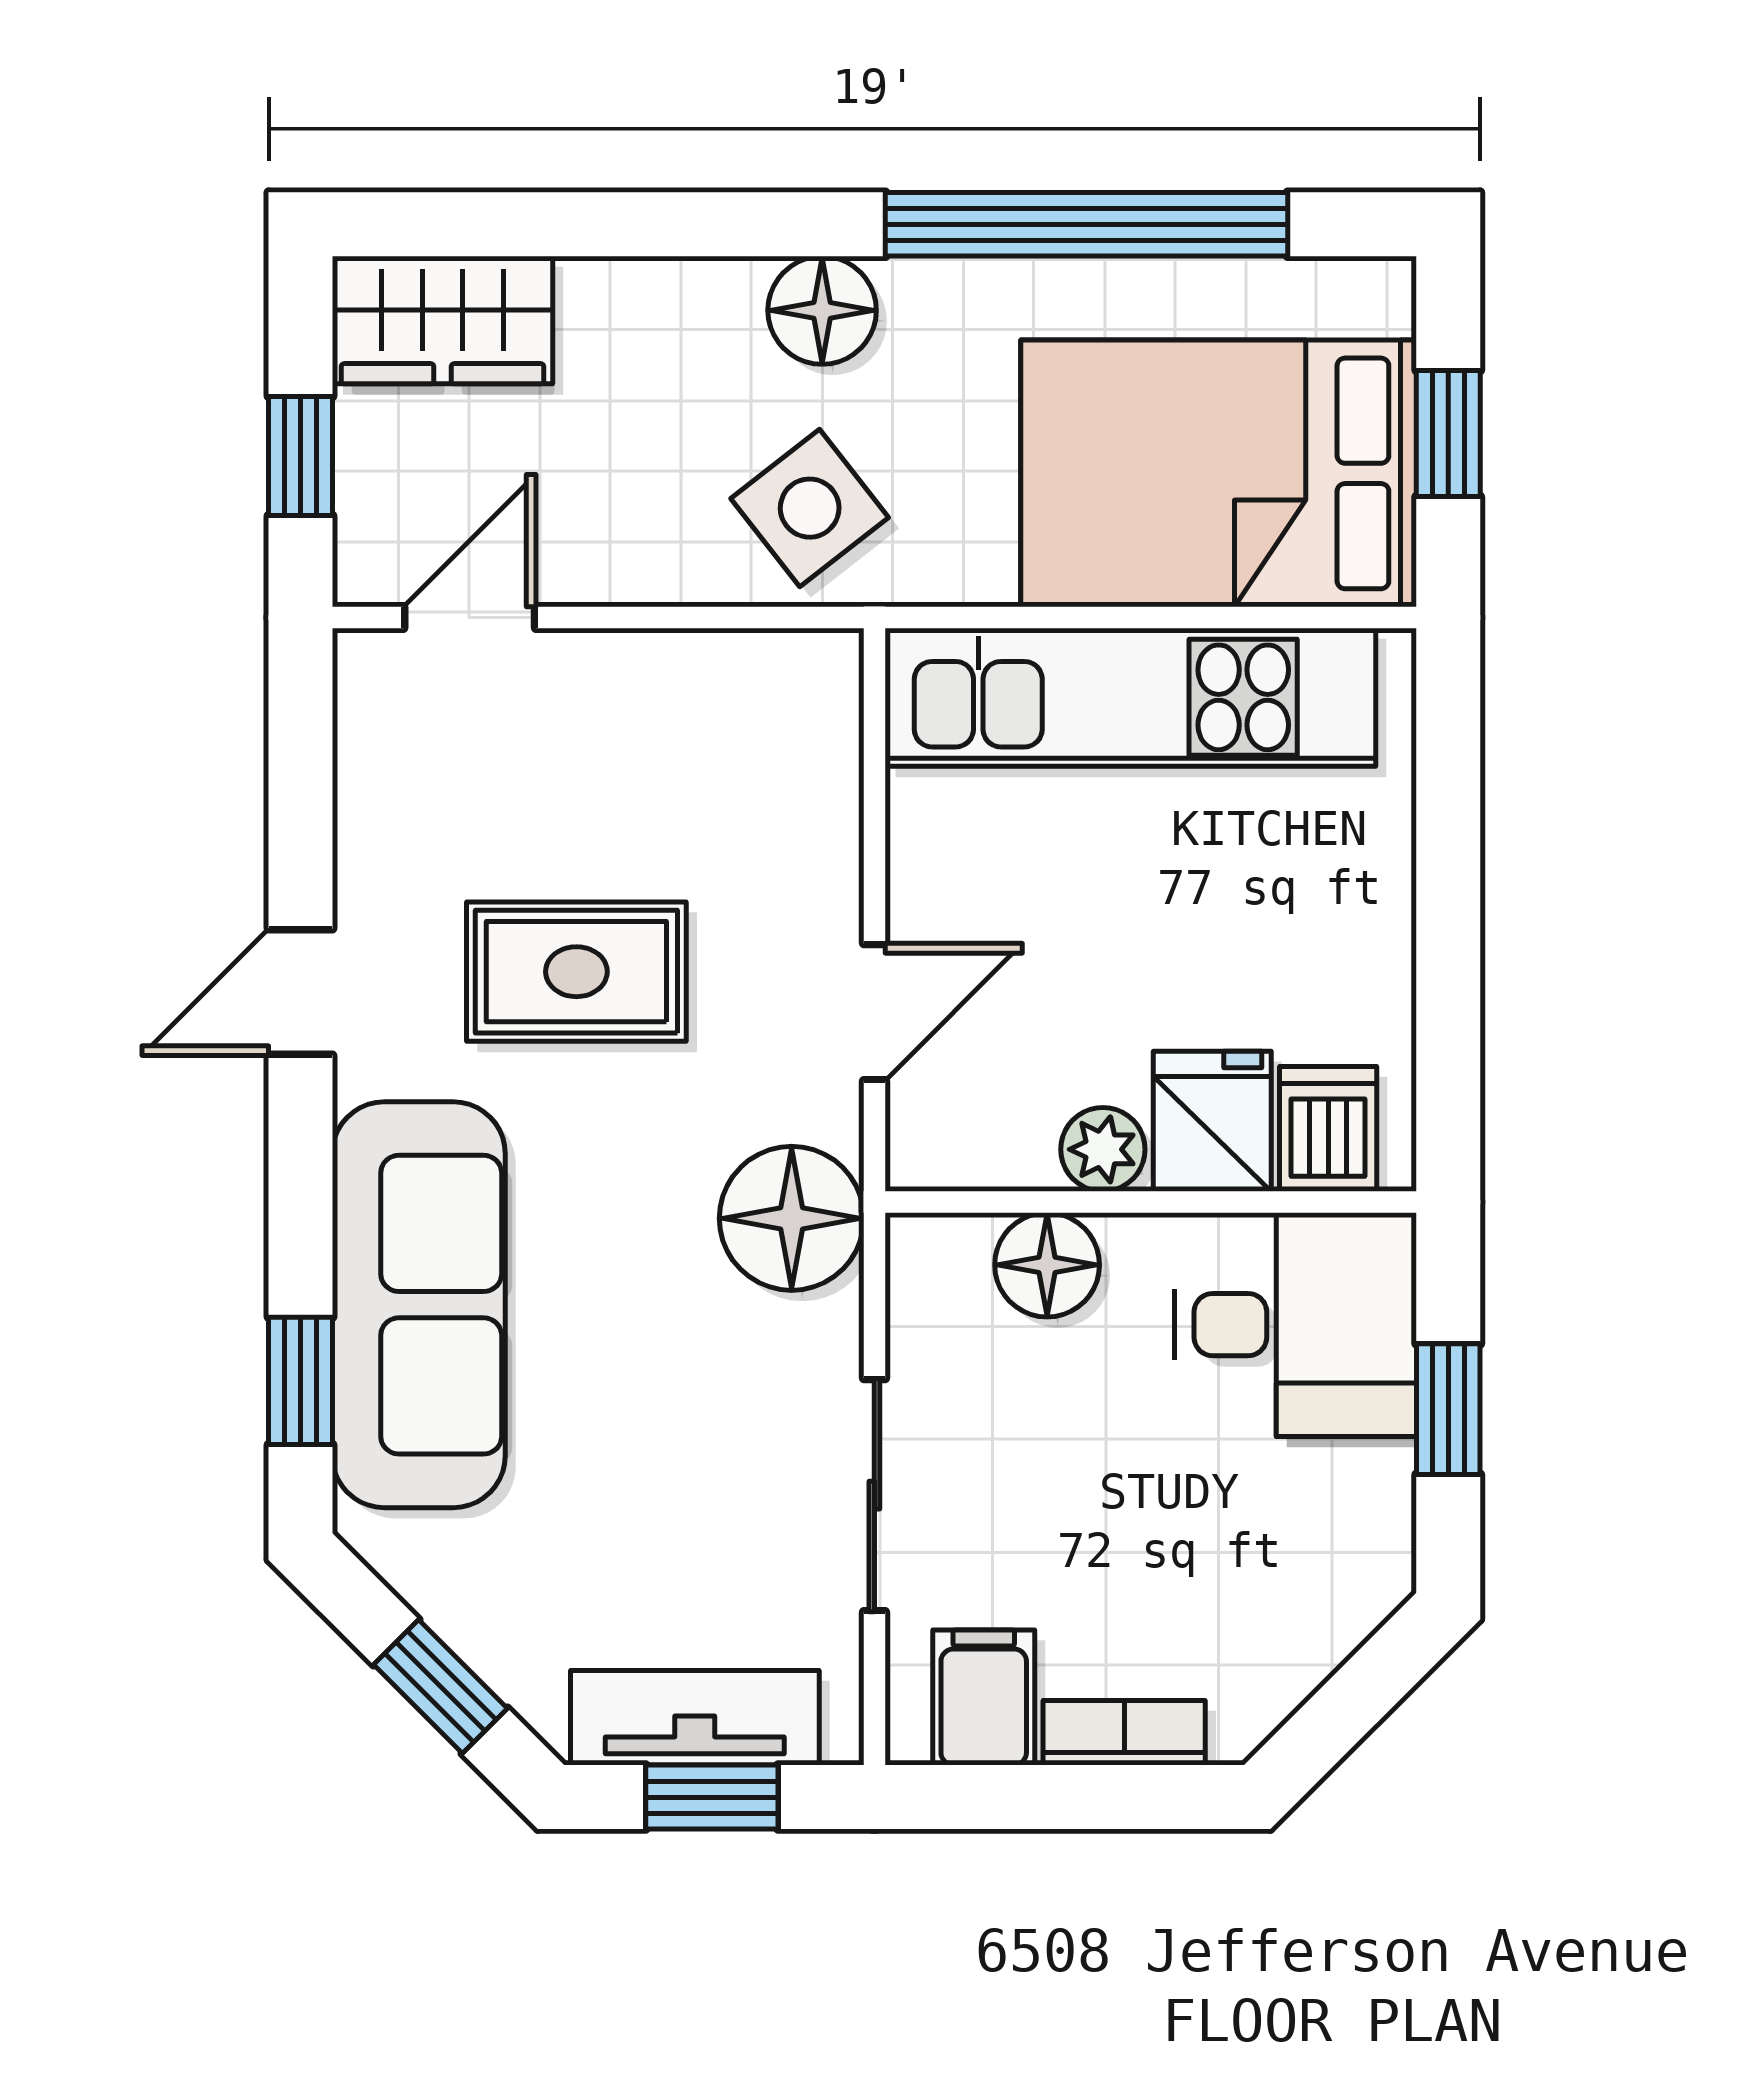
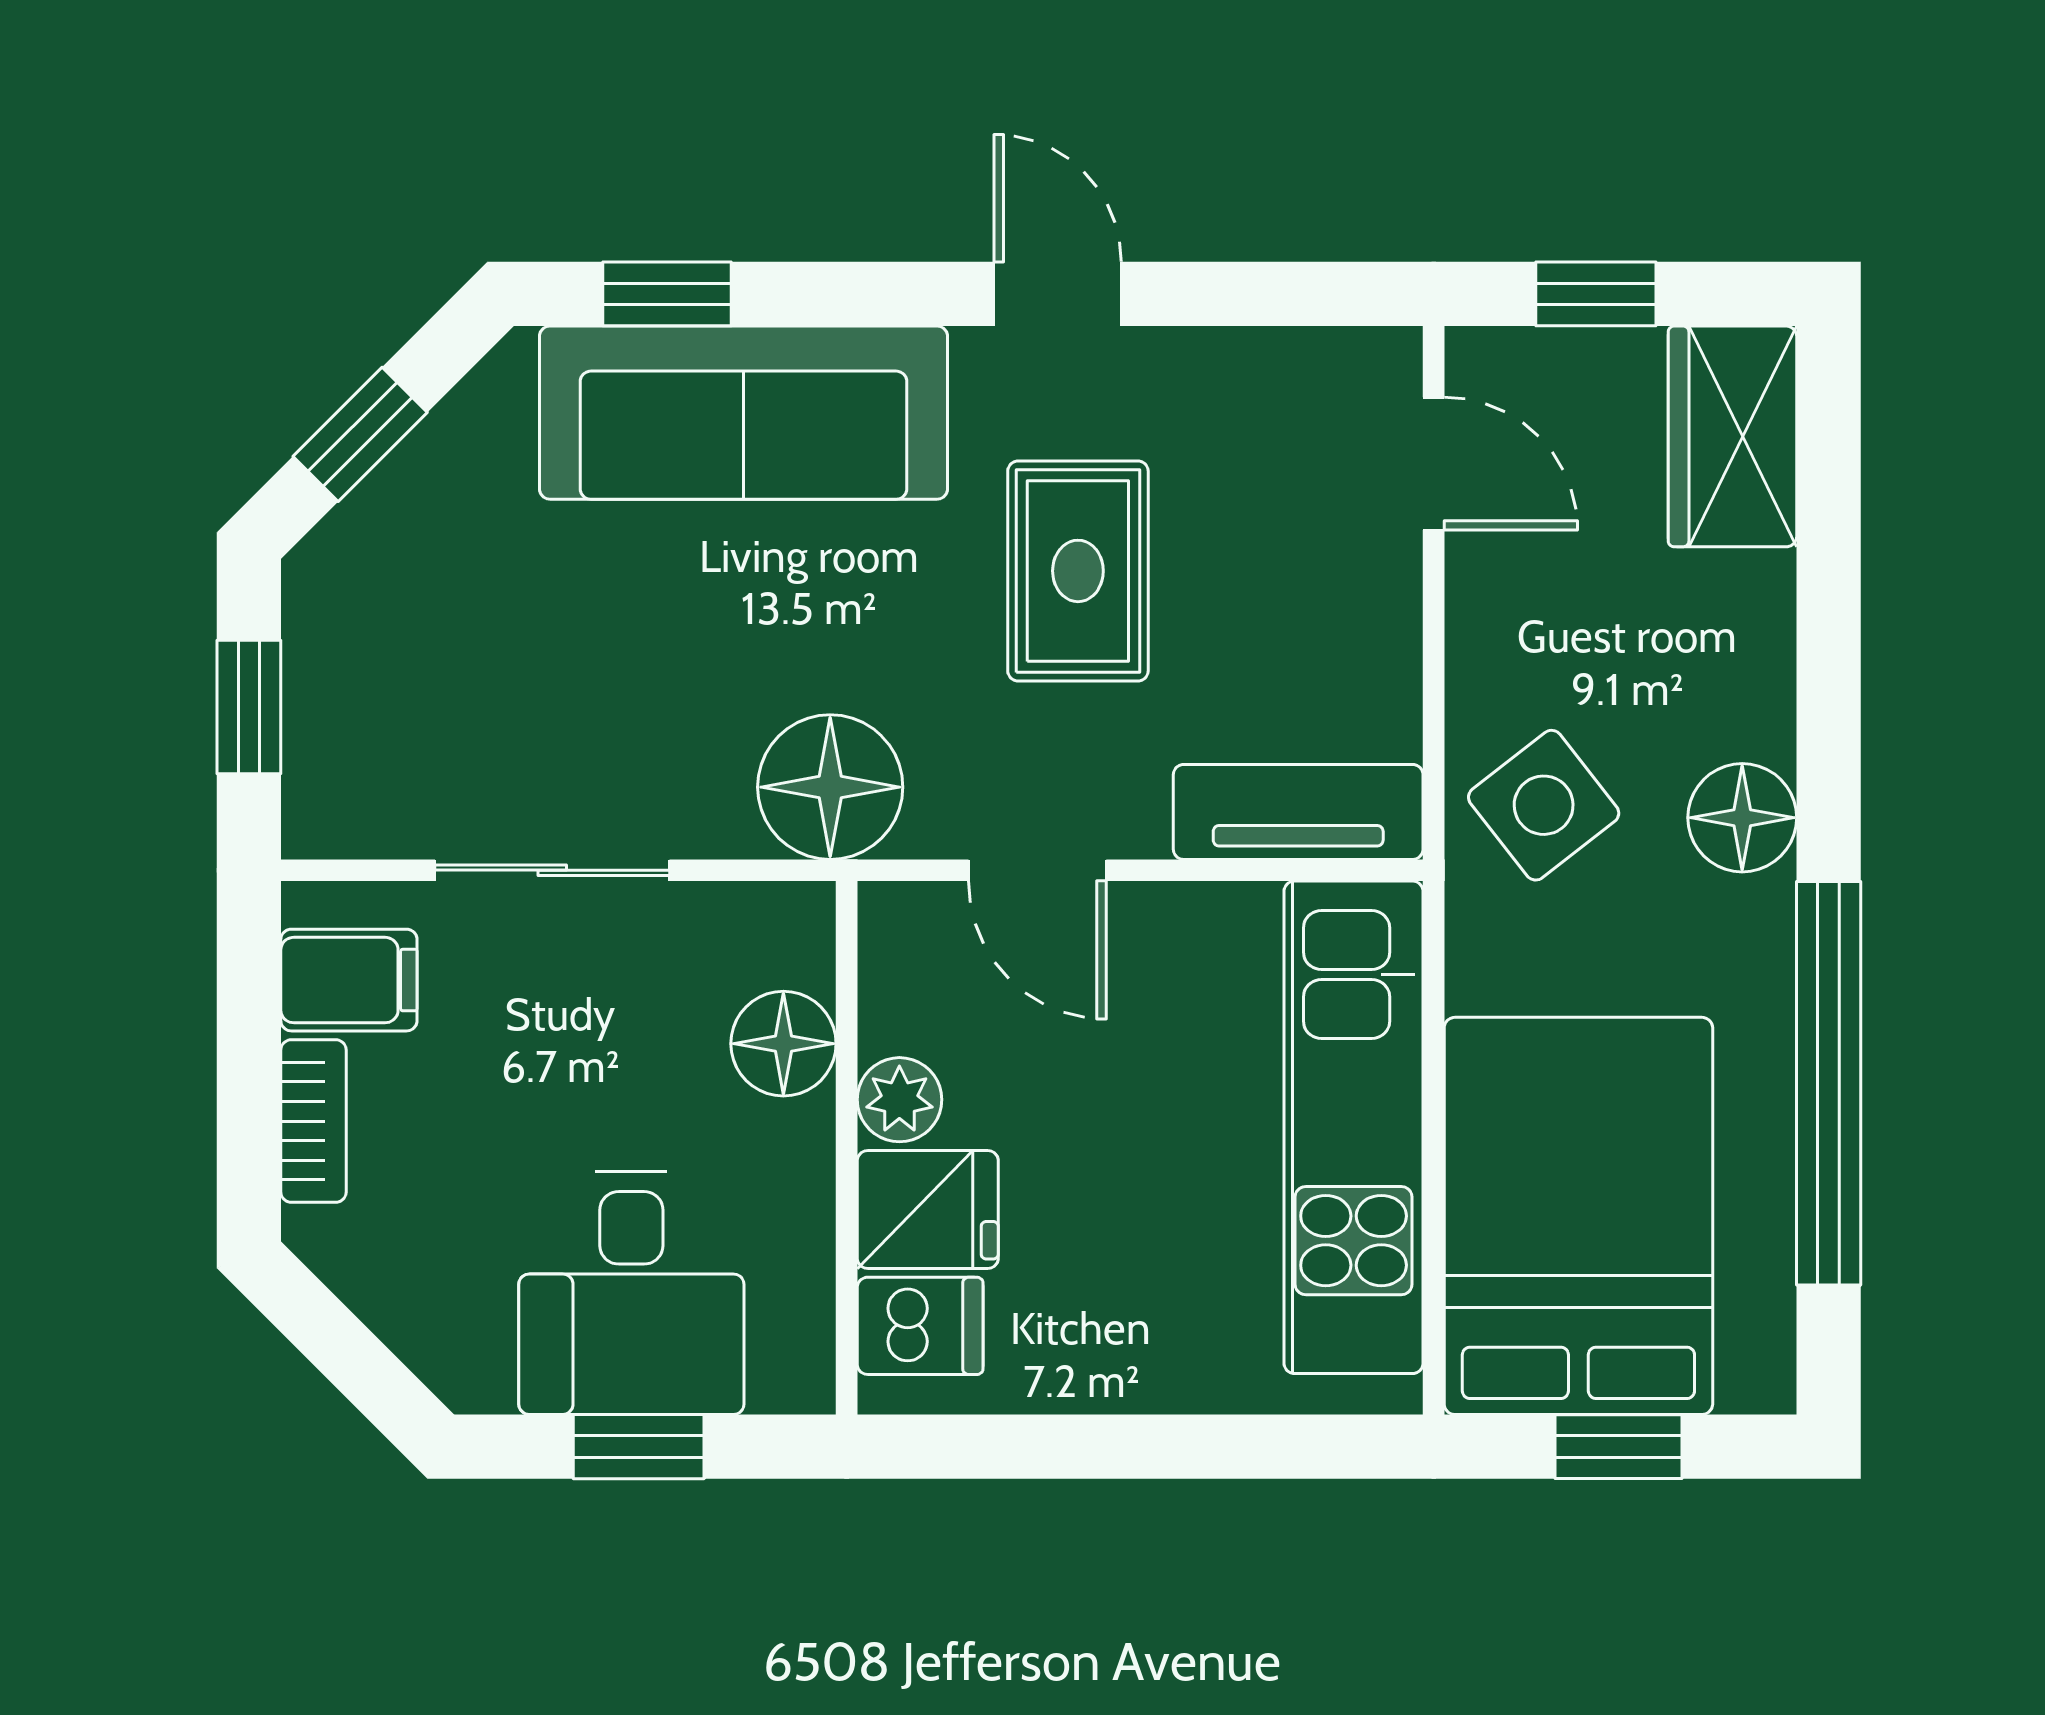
desk: (1296, 1325) -> (631, 1293), moved
tv unit: (695, 1718) -> (1298, 812), moved, turned -90

